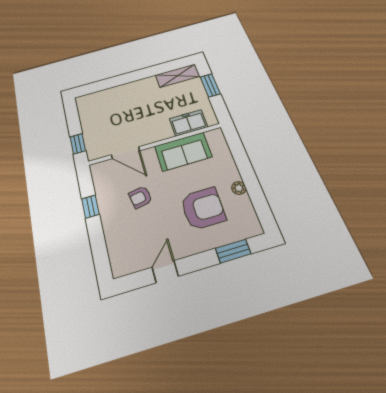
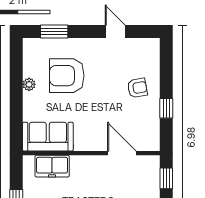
sofa: (183, 151) -> (48, 137), moved
armchair: (140, 197) -> (137, 88), moved
door: (165, 272) -> (115, 32), swing flipped

